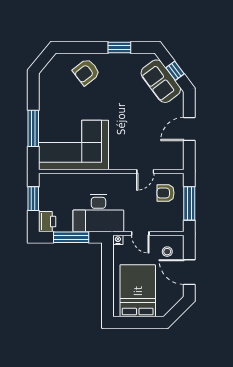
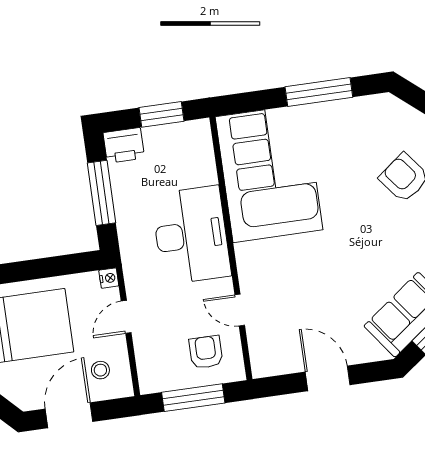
window: (33, 128) -> (319, 92), moved
desk: (98, 213) -> (191, 235), moved, turned 180

